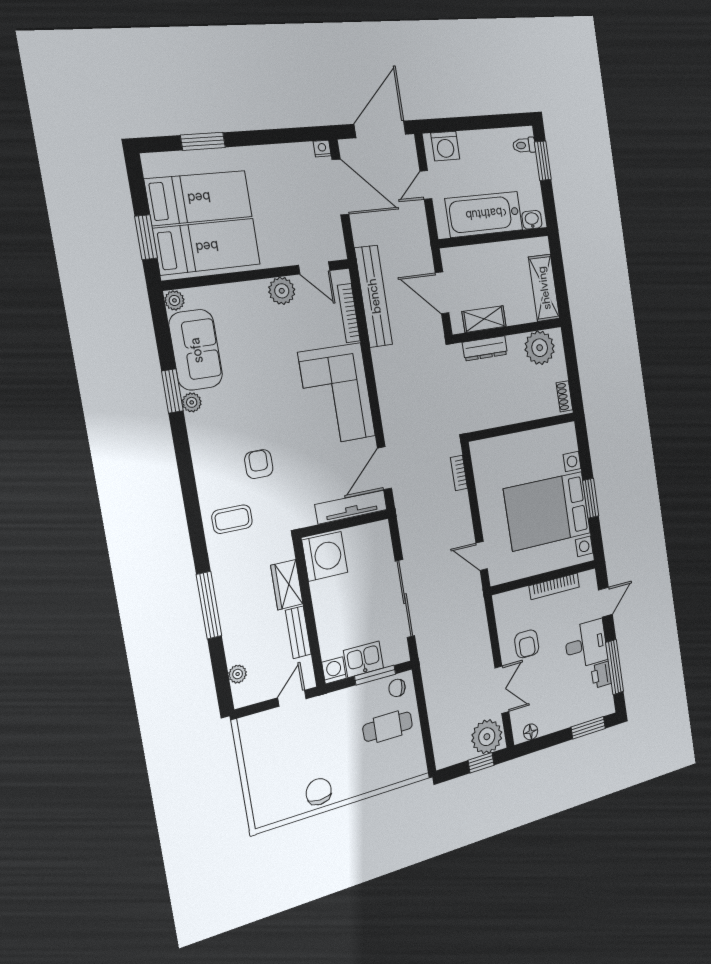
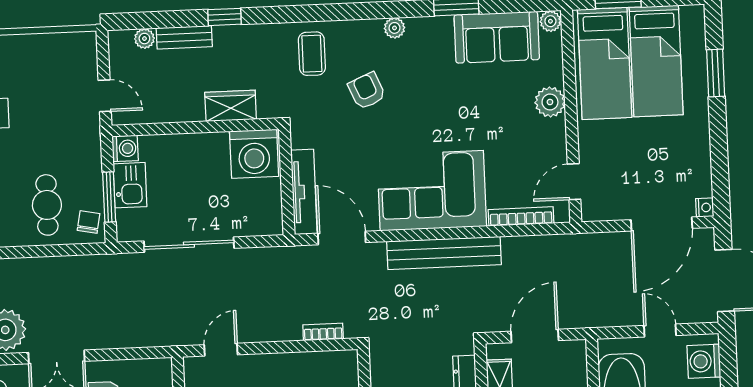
plant: (282, 291) -> (550, 102), moved
bench: (374, 296) -> (444, 253), moved
plant: (192, 402) -> (395, 28), moved
armchair: (259, 464) -> (367, 91), turned -113
window: (209, 605) -> (224, 17), width x0.46
bench: (298, 632) -> (184, 37), moved

